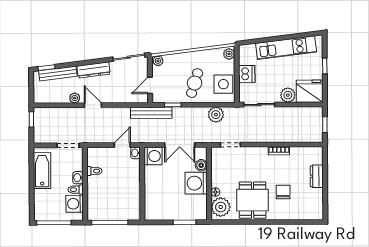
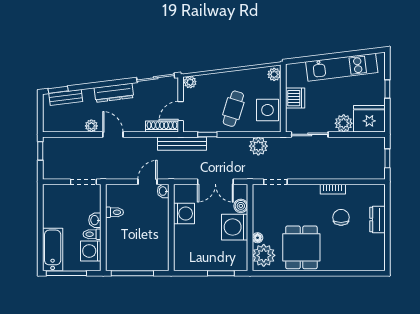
bench: (58, 73) -> (66, 97), width x0.73
shoe rack: (134, 98) -> (162, 126), added
washing machine: (153, 156) -> (184, 214), moved
bathtub: (42, 171) -> (53, 250), moved
chair: (283, 192) -> (341, 217), moved

